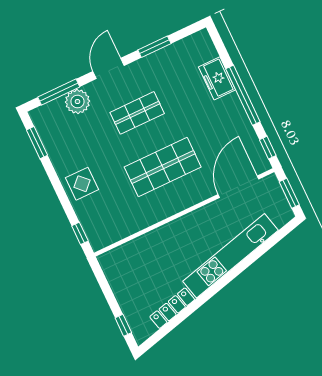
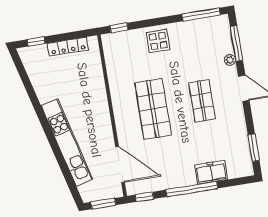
window: (154, 47) -> (254, 148), moved
plant: (77, 102) -> (230, 60), width x0.53, depth x0.53
window: (37, 143) -> (201, 14), width x1.44
locker: (172, 308) -> (68, 47), moved, turned 104

